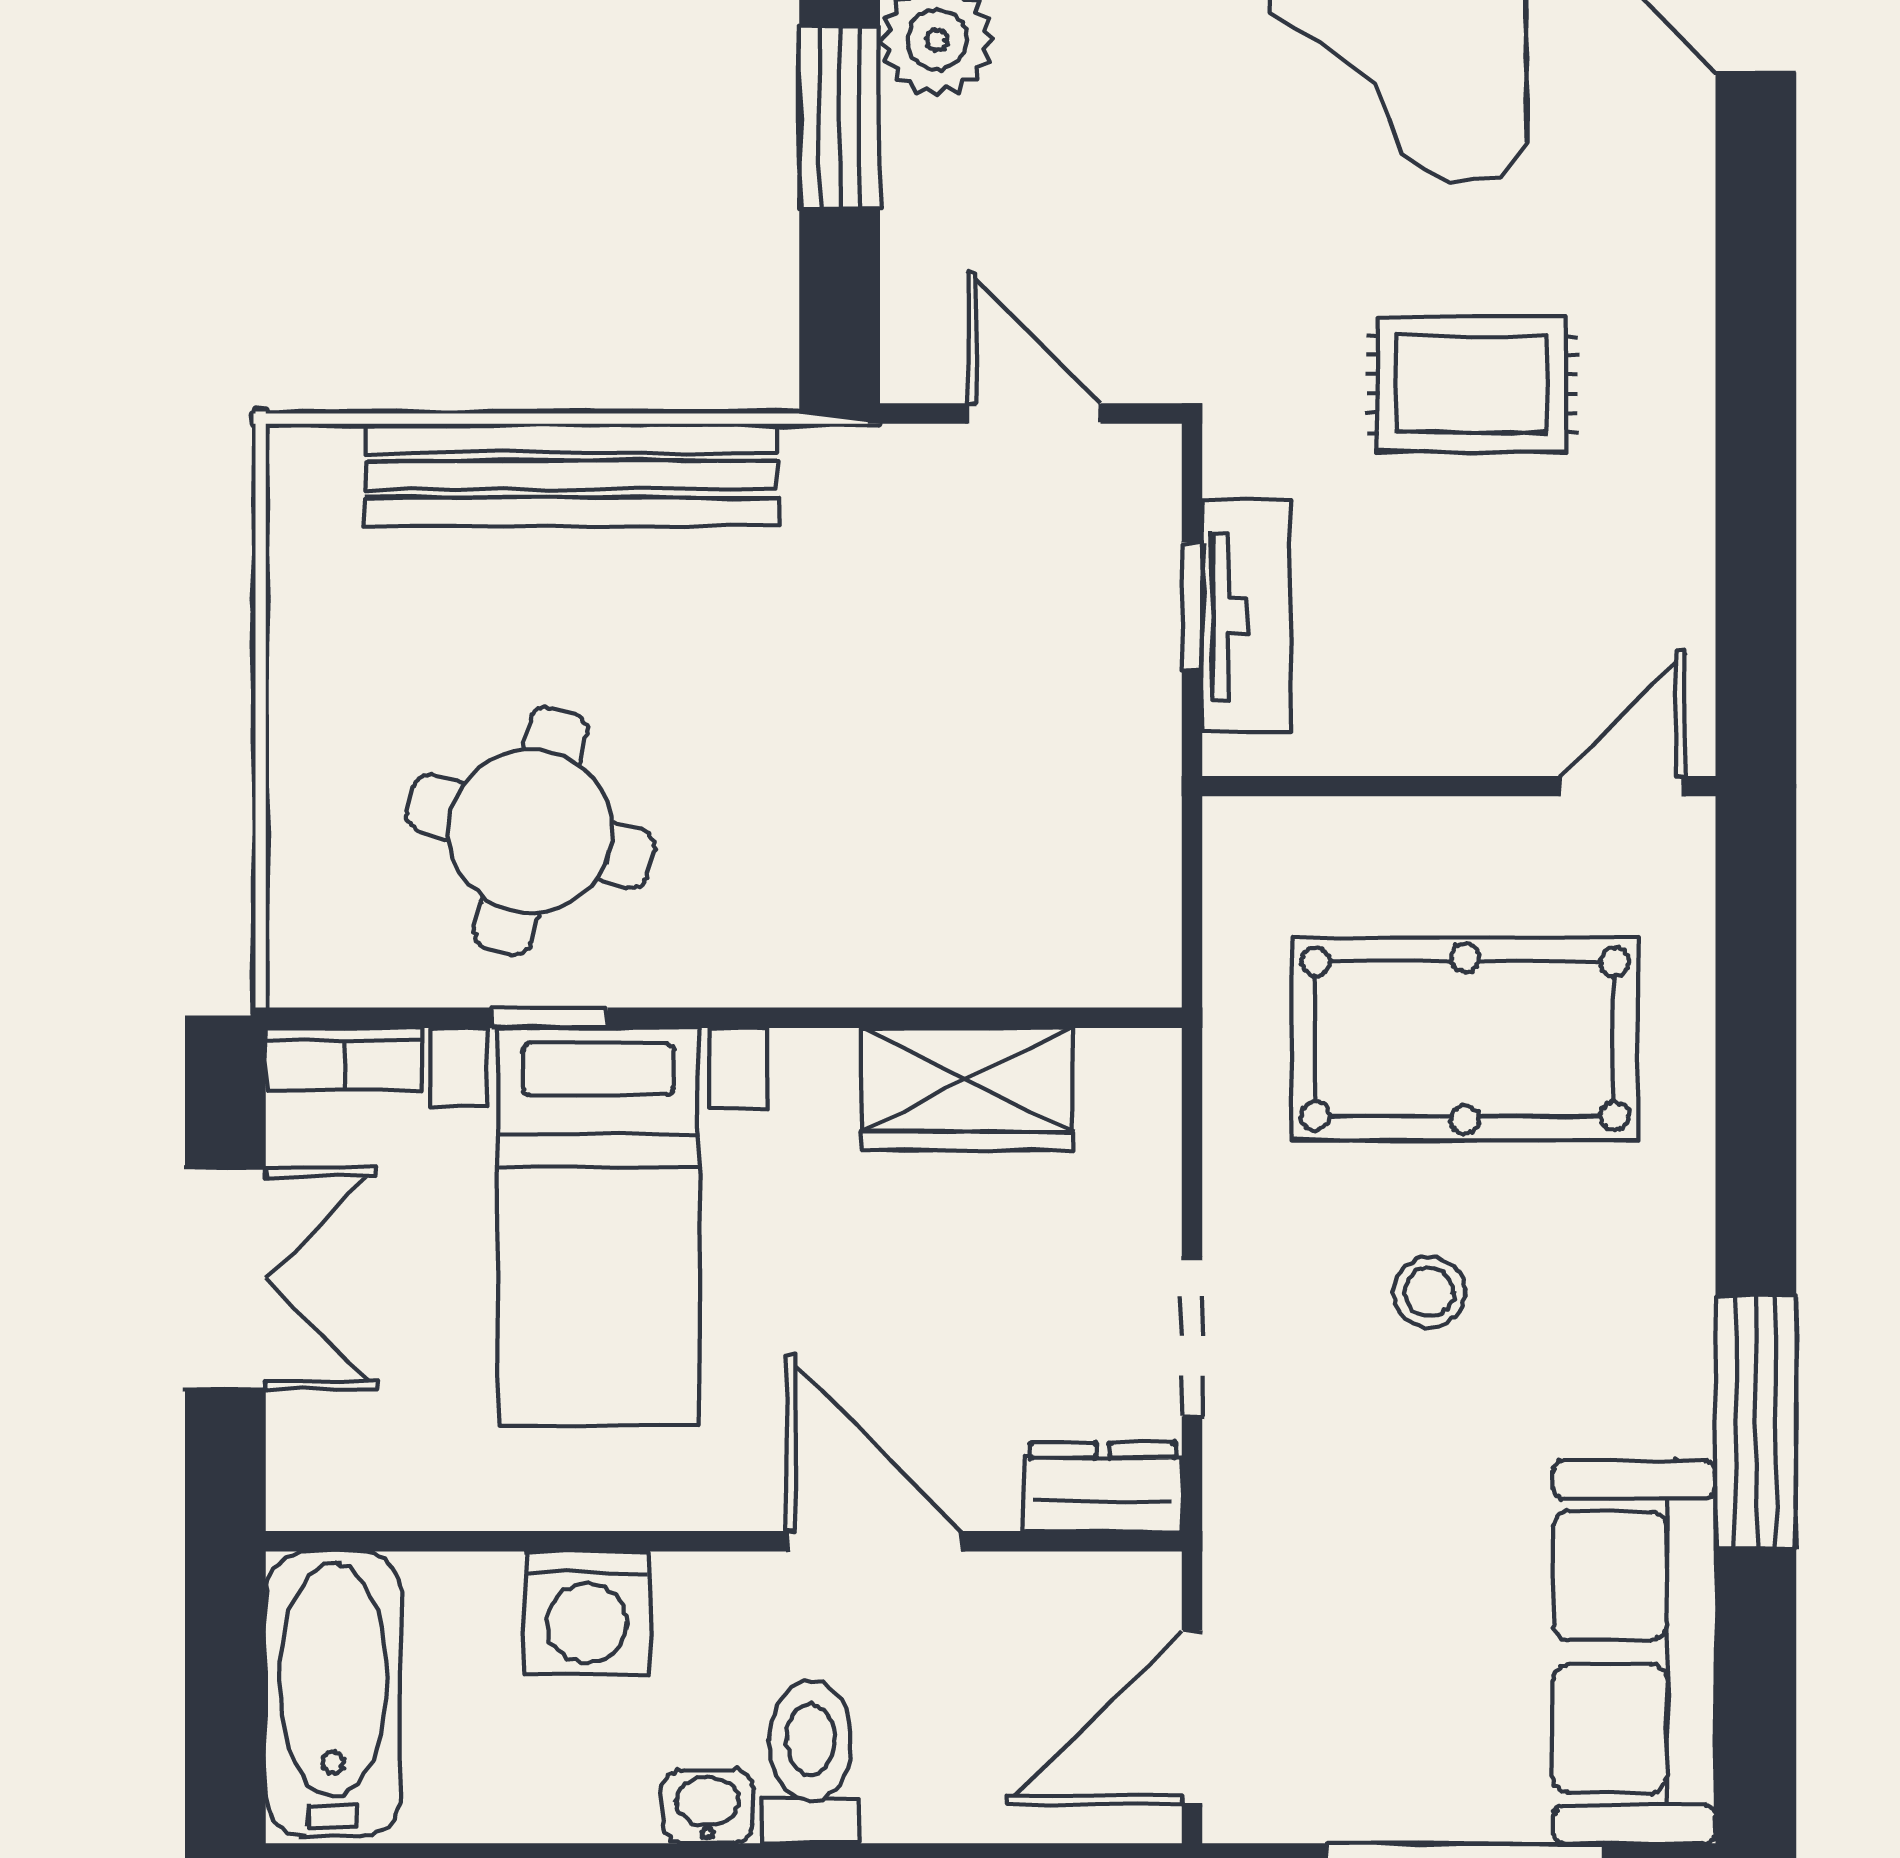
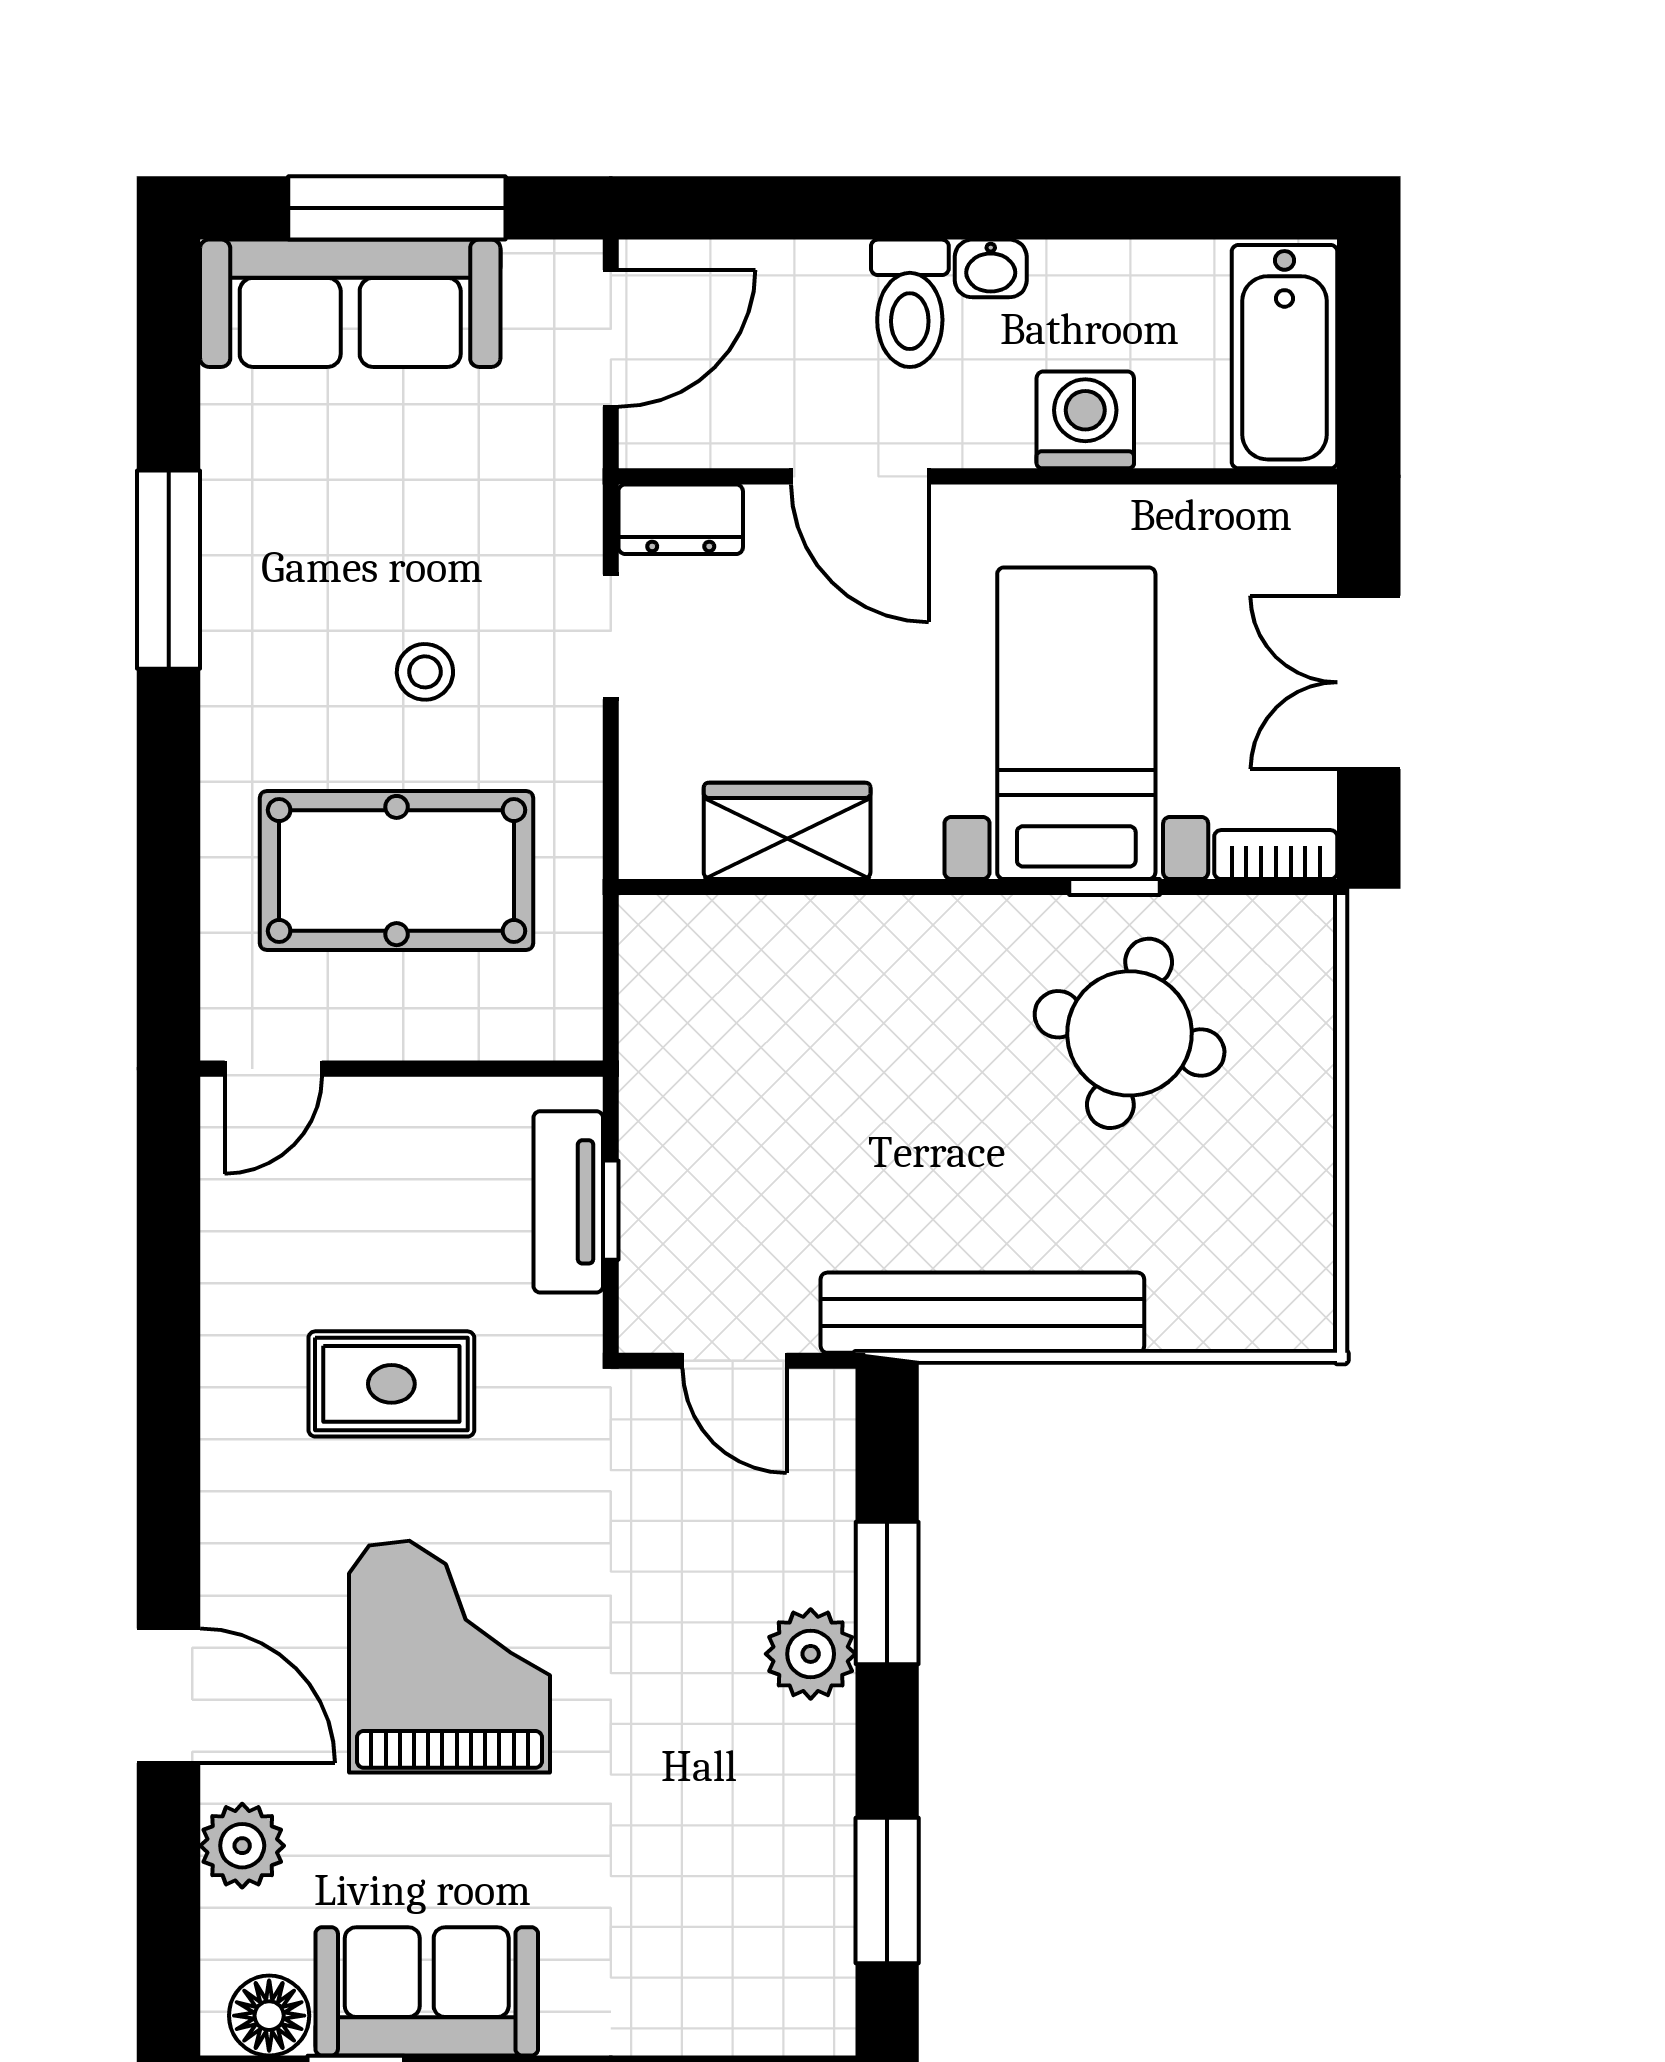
bench: (571, 475) -> (982, 1313), moved
sofa: (1634, 1652) -> (350, 303), moved, turned 90

